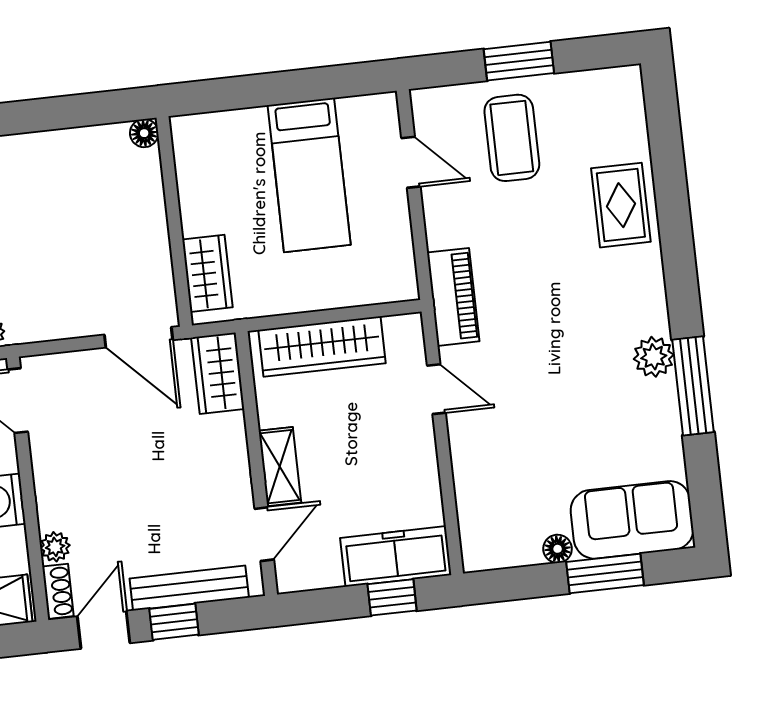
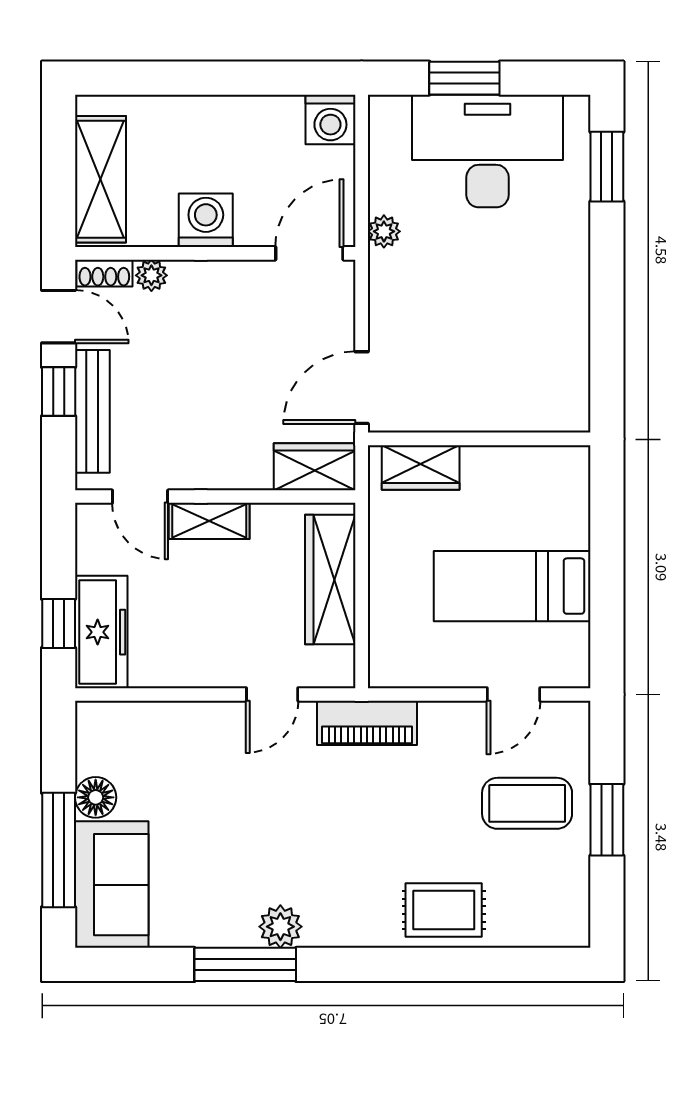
floor lamp: (144, 133) -> (575, 418), removed
floor lamp: (558, 549) -> (96, 797), width x1.37, depth x1.37
window: (605, 573) -> (59, 850), width x1.44

